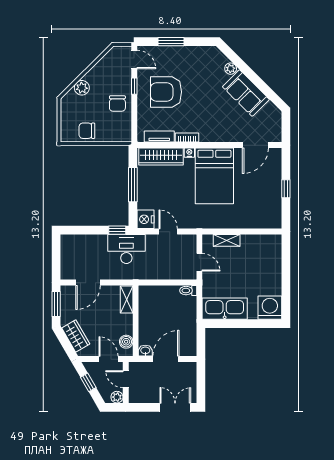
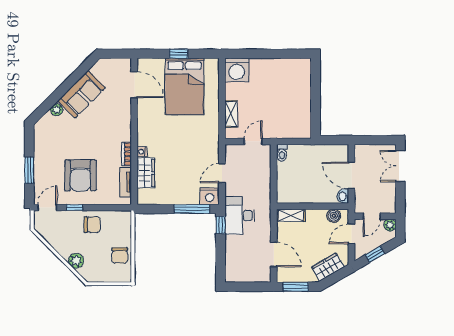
wardrobe: (161, 156) -> (146, 173), width x0.67
bed: (214, 176) -> (184, 86), moved, turned 90
window: (133, 185) -> (192, 209), moved
washing machine: (270, 308) -> (237, 70), moved, turned -90
kitchen sink: (225, 309) -> (300, 116), removed

